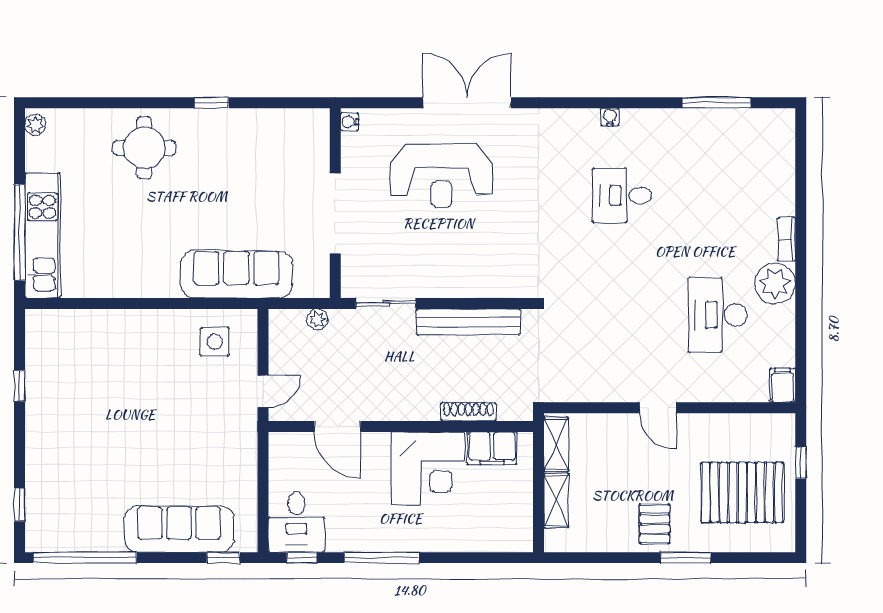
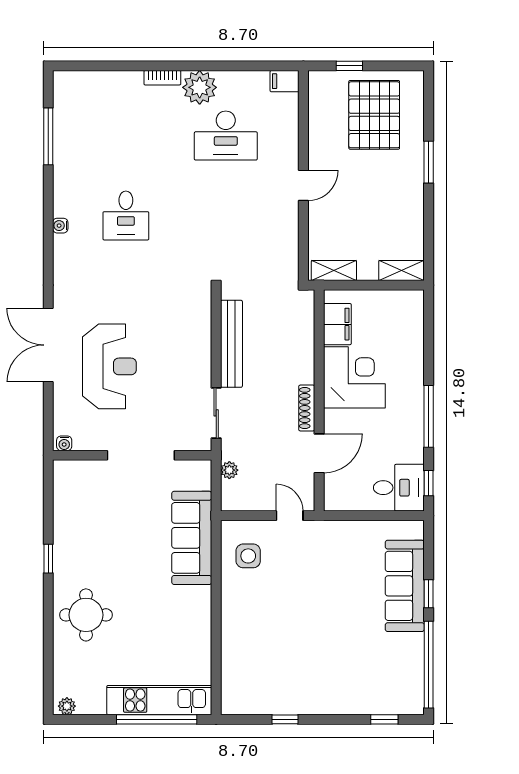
shoe rack: (468, 412) -> (307, 408), moved
shelving: (556, 501) -> (401, 270), moved
pallet: (654, 524) -> (401, 188), removed
window: (223, 558) -> (429, 594), moved

